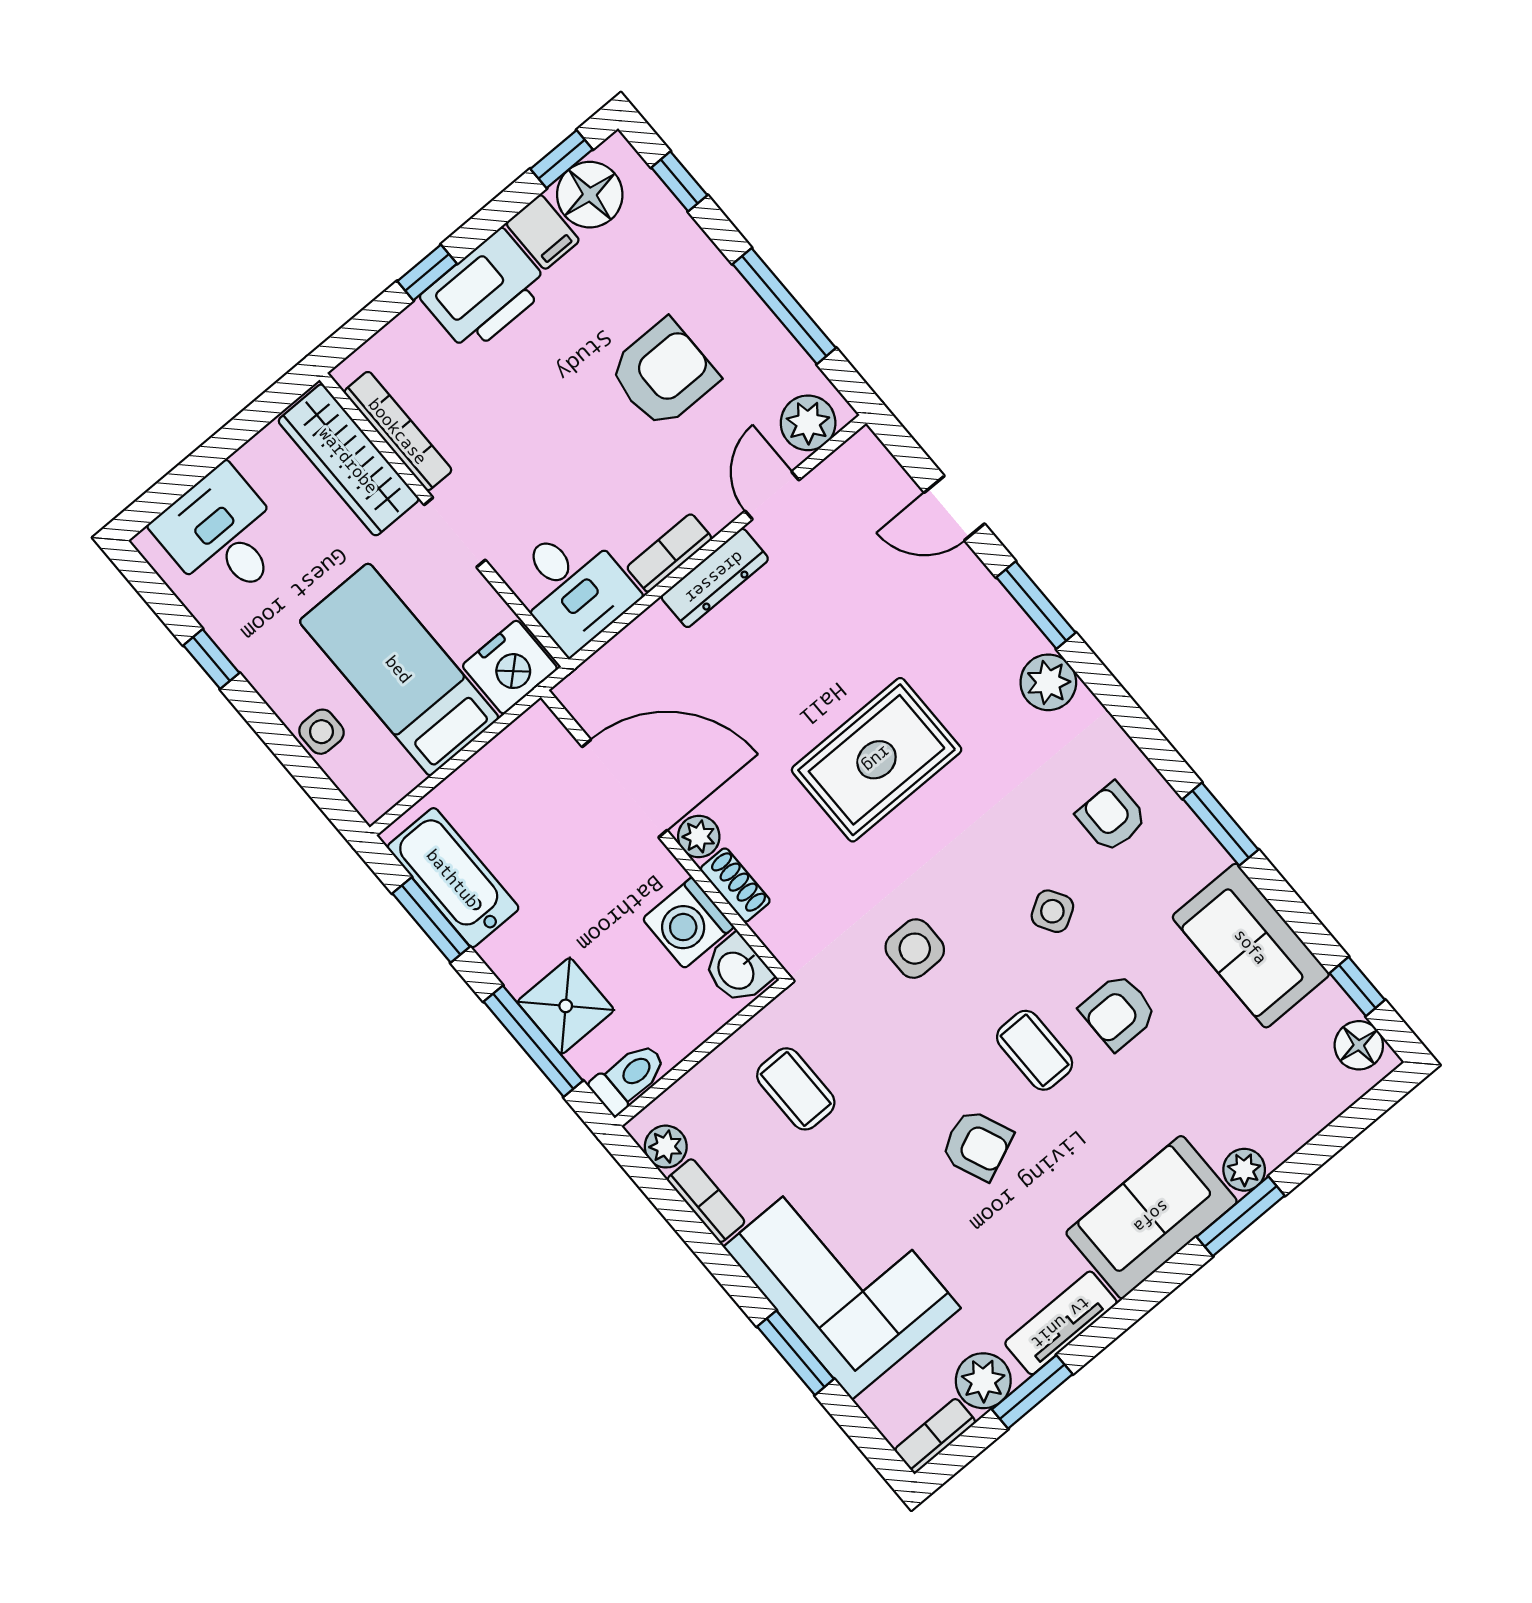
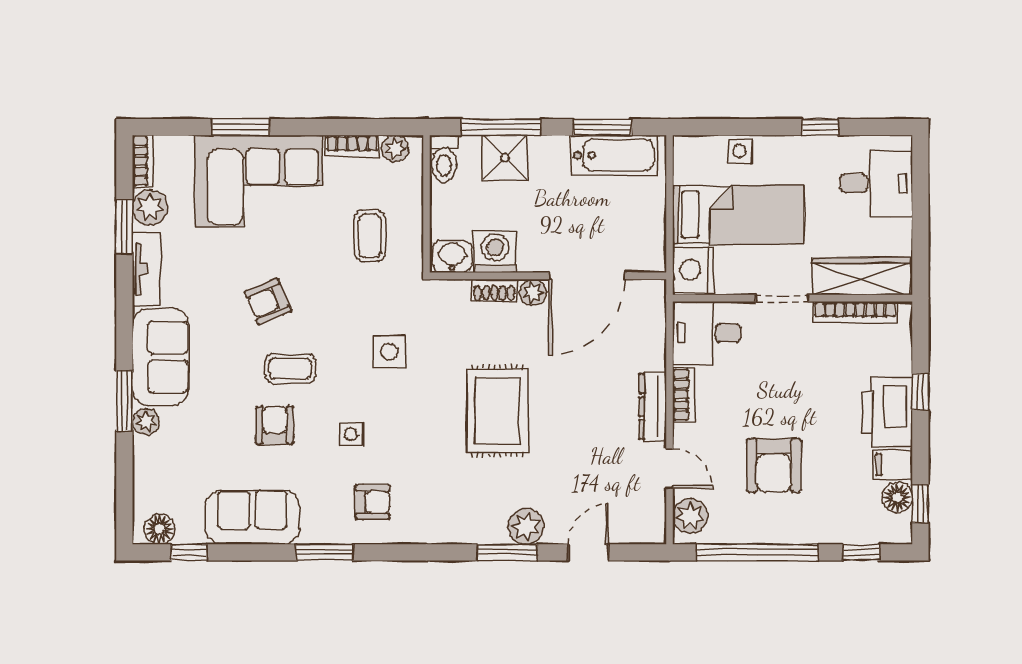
floor lamp: (590, 195) -> (897, 497), width x0.73, depth x0.73
window: (784, 306) -> (757, 552), width x1.46
plant: (1048, 682) -> (526, 527), moved
side table: (1052, 911) -> (351, 434), turned 31
coffee table: (796, 1089) -> (370, 236), turned 90

